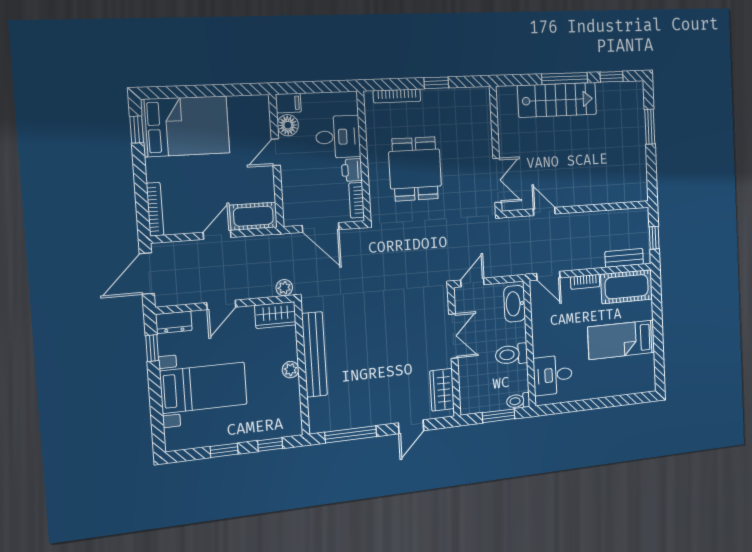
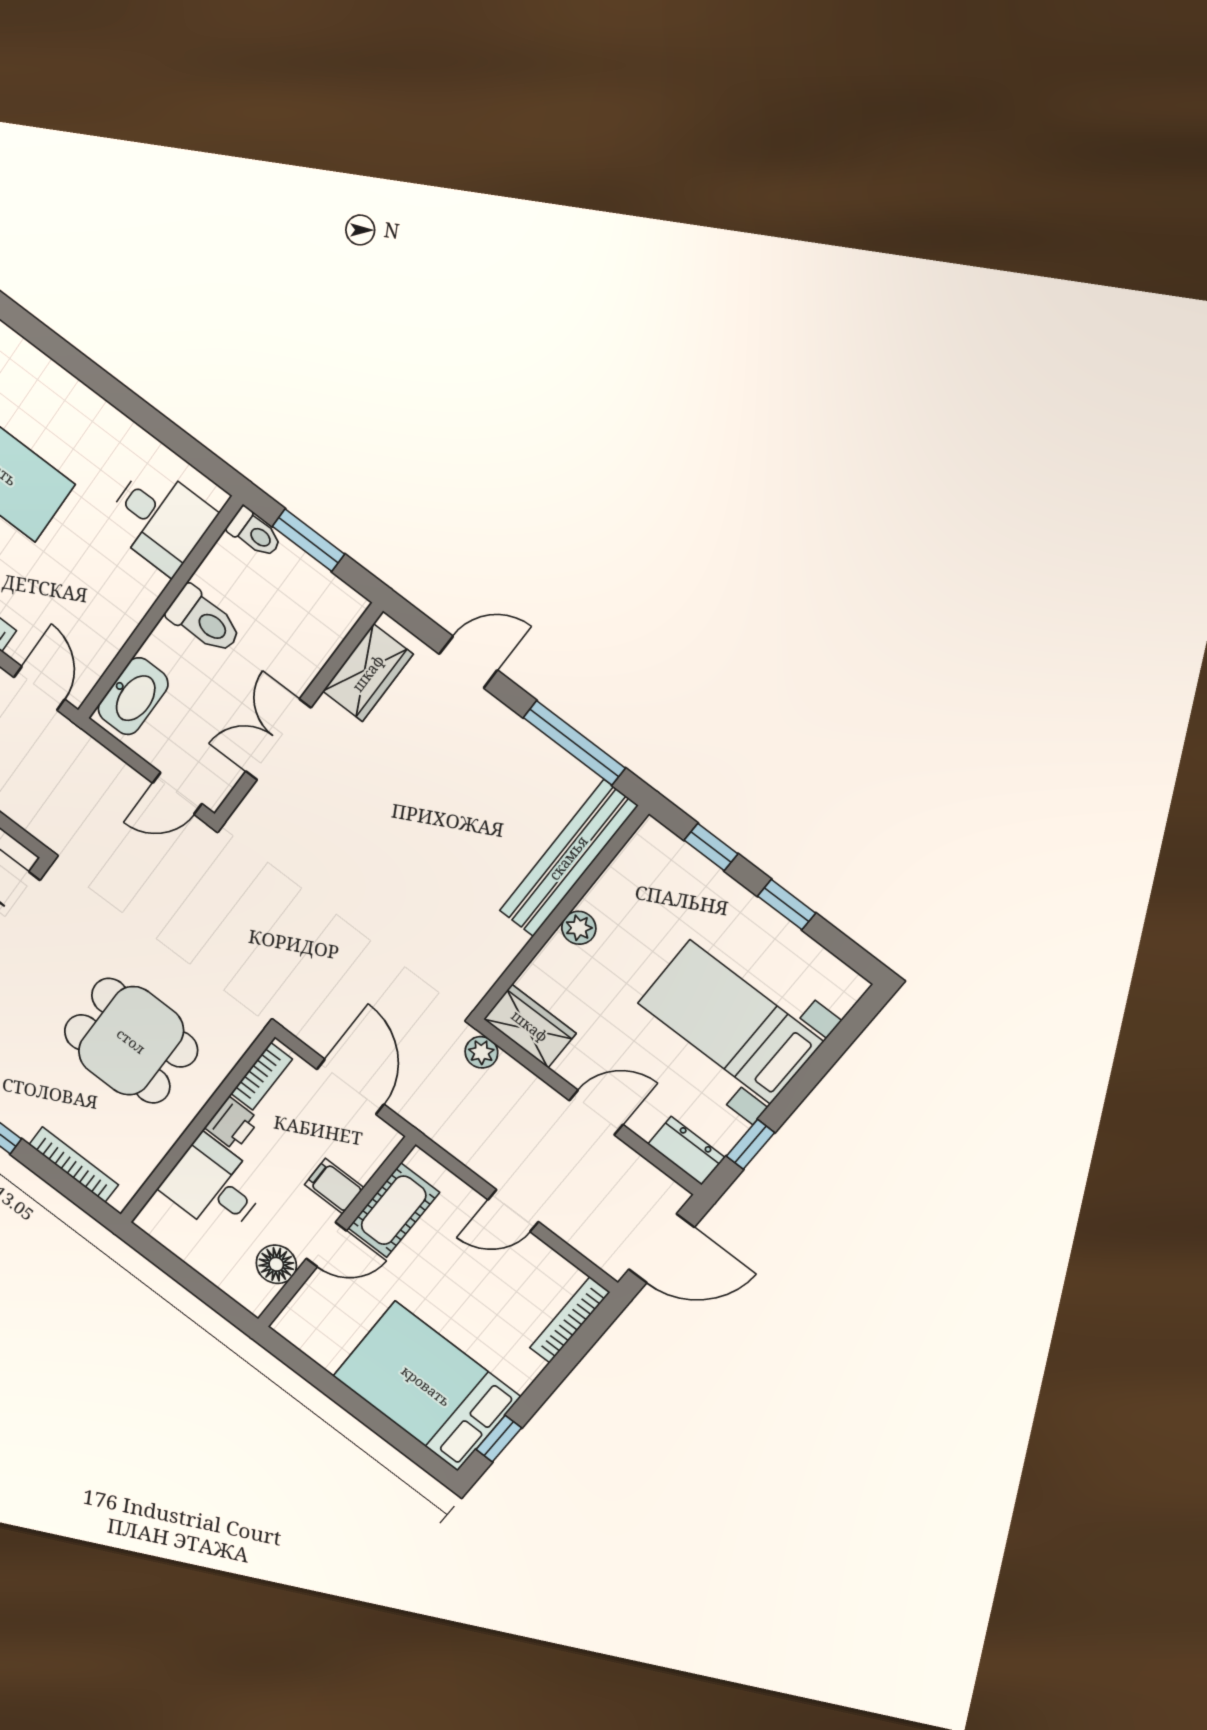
filing cabinet: (288, 103) -> (334, 1186), moved
dining table: (415, 169) -> (131, 1041), turned 90
cot: (253, 216) -> (394, 1210), moved, turned 90
bench: (314, 354) -> (568, 858), moved

